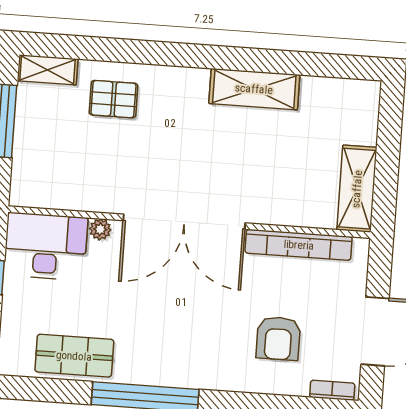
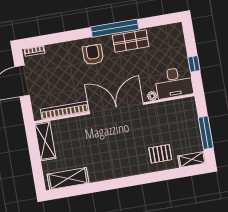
shelving: (254, 89) -> (68, 179), moved
armchair: (278, 338) -> (93, 55), moved
shop shelf: (74, 356) -> (131, 41), moved

